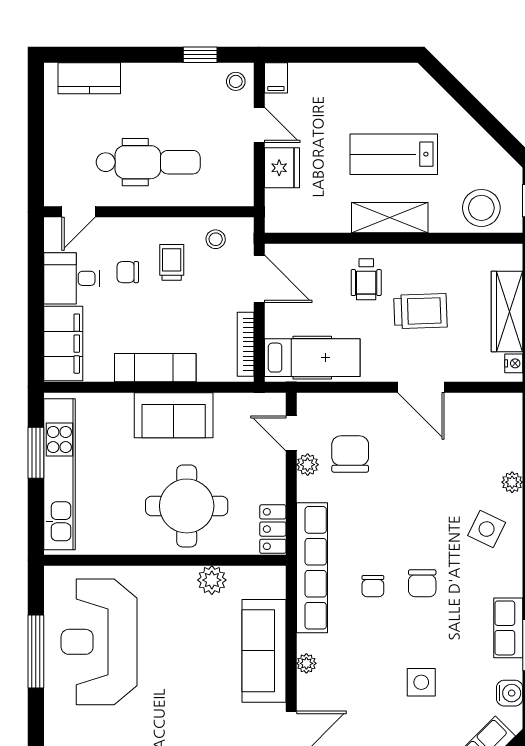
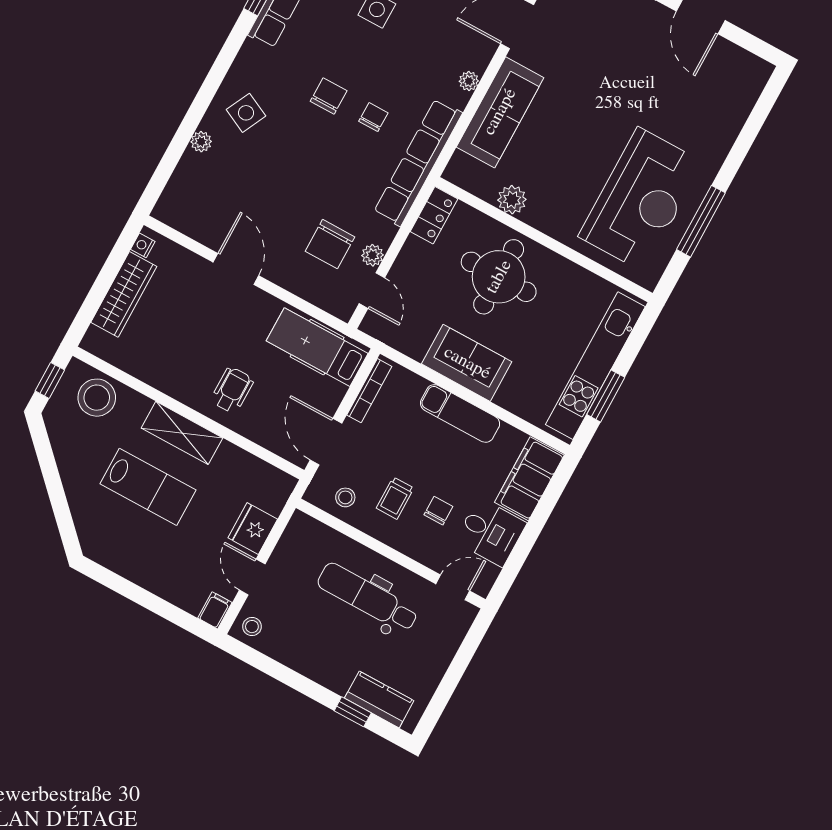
window: (200, 55) -> (353, 712), moved
chair: (128, 272) -> (438, 511), turned -90
trolley: (421, 311) -> (200, 336), removed

